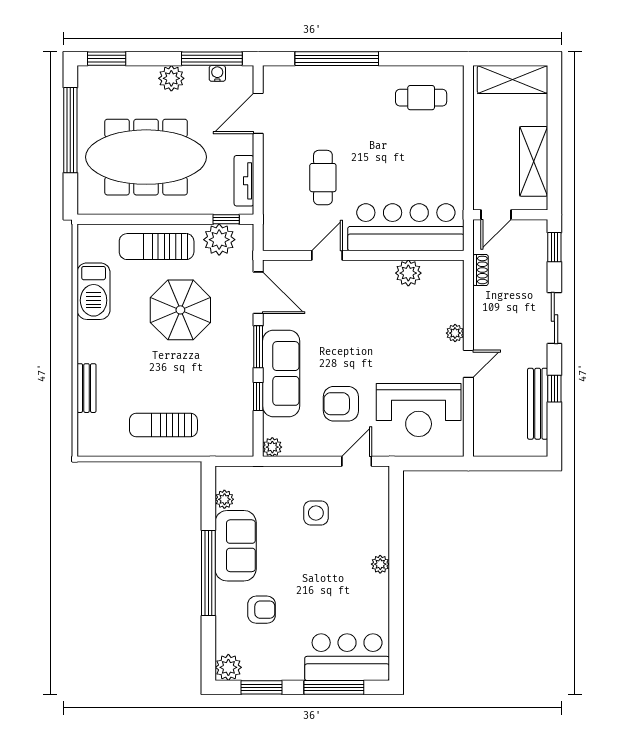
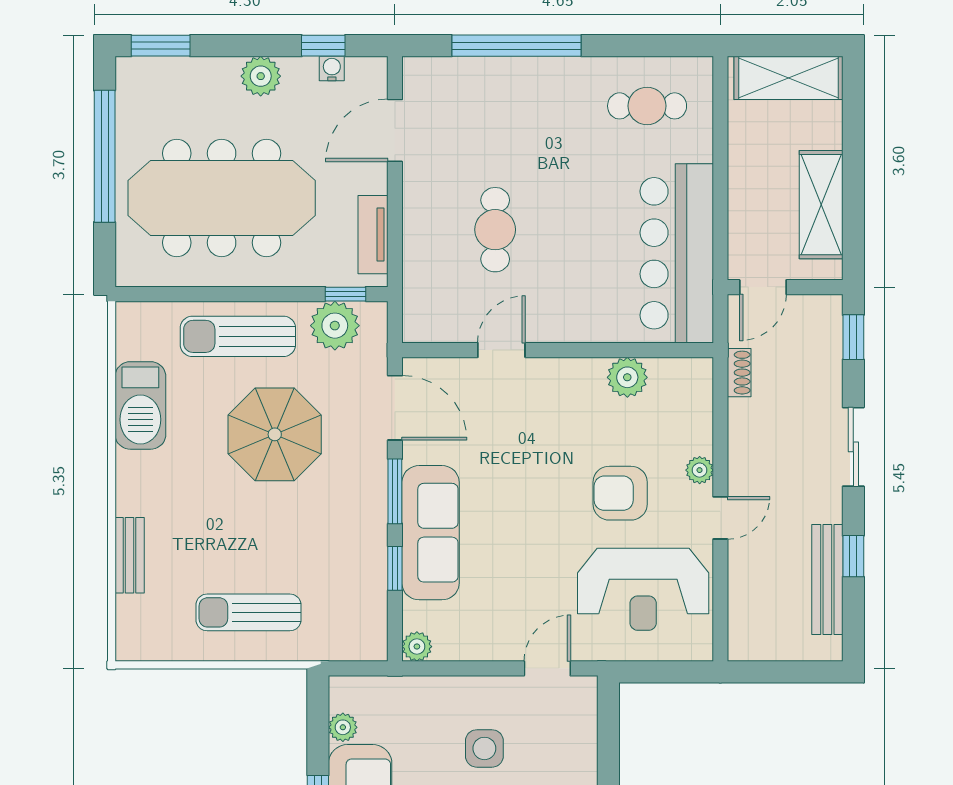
window: (212, 59) -> (323, 46), width x0.46
bar counter: (406, 227) -> (677, 253), moved, turned -90
armchair: (341, 404) -> (620, 493), moved

